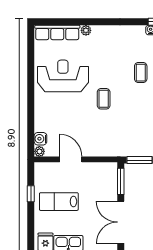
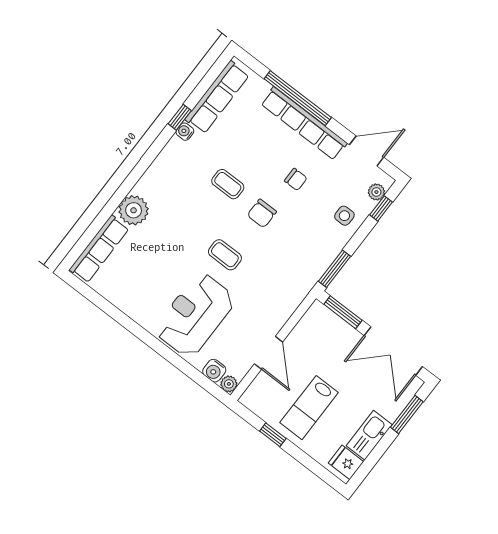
plant: (86, 30) -> (134, 210), width x1.88, depth x1.88
reception desk: (63, 76) -> (195, 315), moved
chair: (139, 101) -> (262, 213), added
door: (71, 159) -> (268, 353), swing flipped

